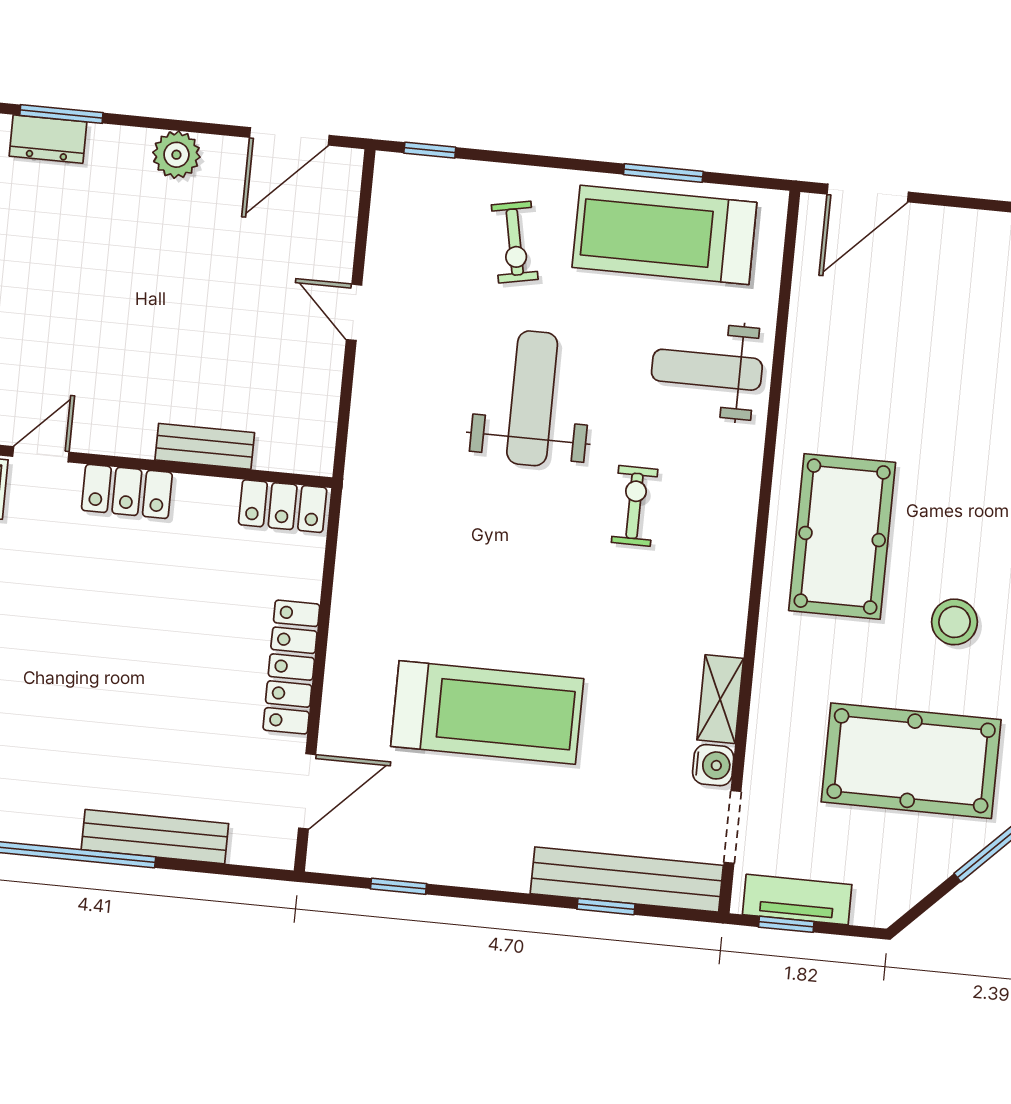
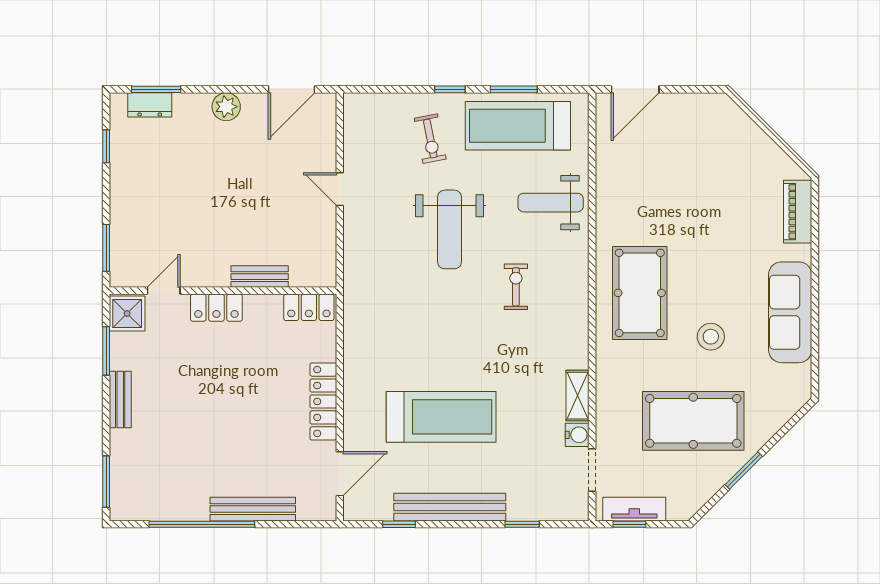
window: (430, 150) -> (450, 89), moved
weight bench: (532, 398) -> (450, 229), turned 180
bench: (627, 880) -> (450, 507), moved

